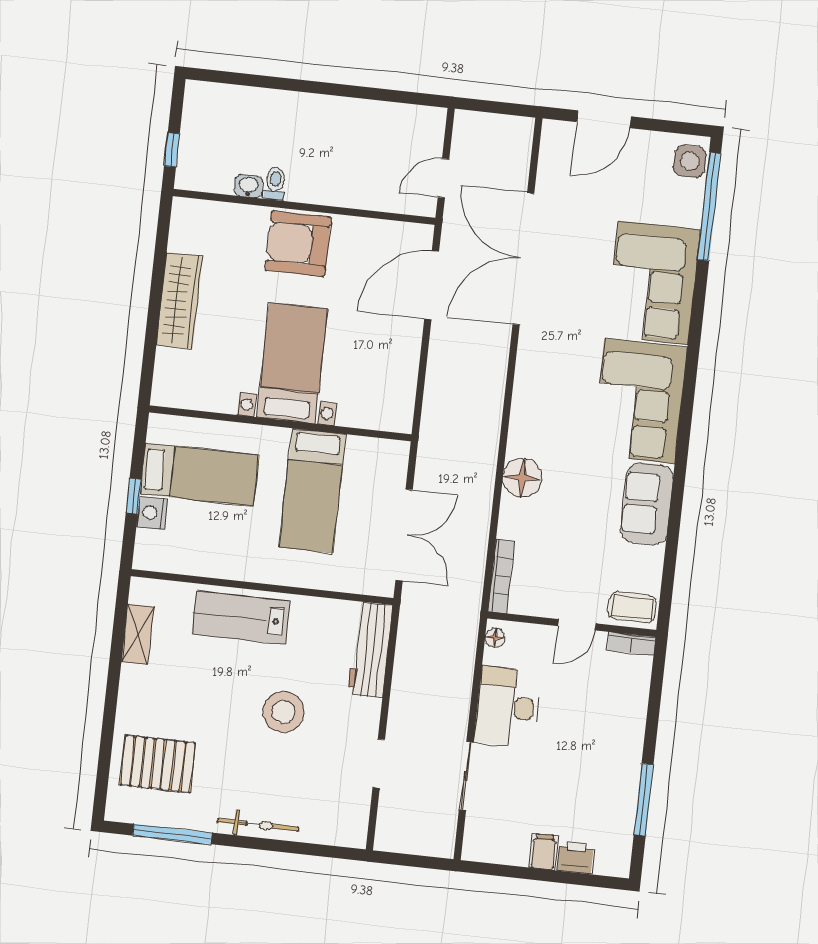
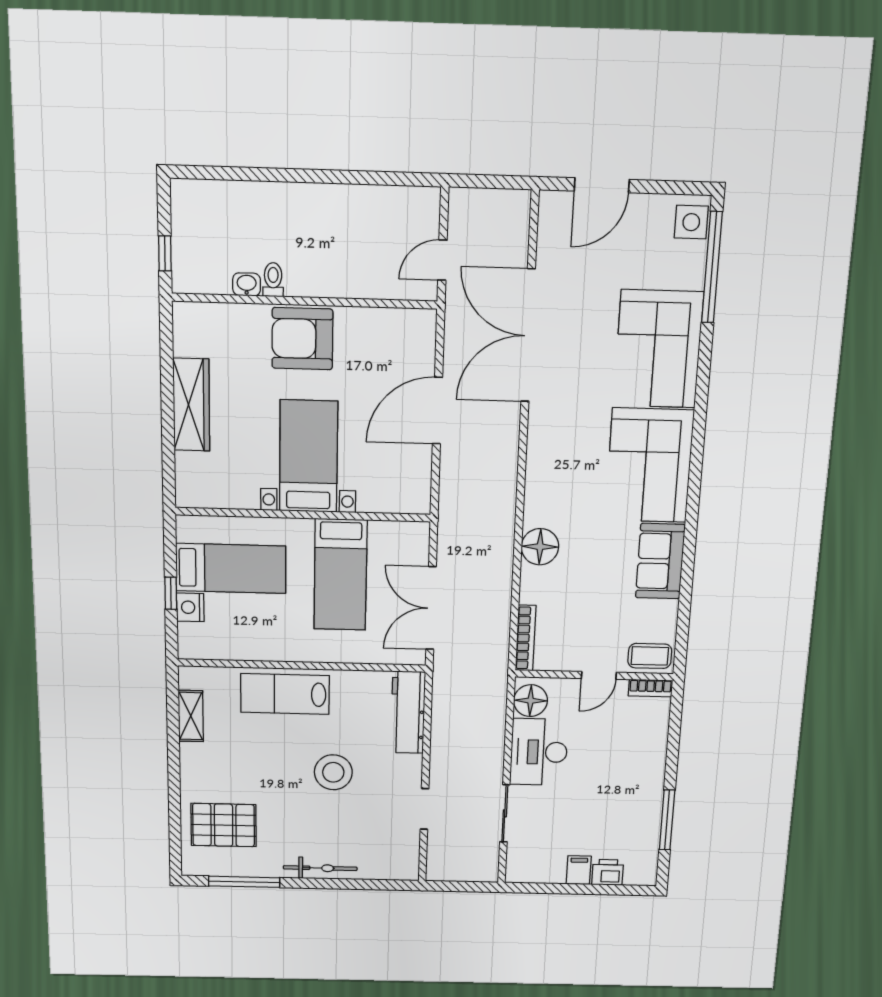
door: (432, 285) -> (437, 411), moved
double door: (404, 535) -> (431, 608), swing flipped
floor lamp: (495, 638) -> (531, 701), width x1.89, depth x1.89

